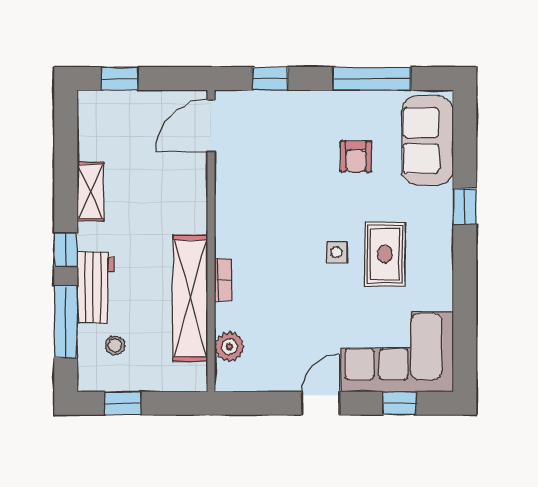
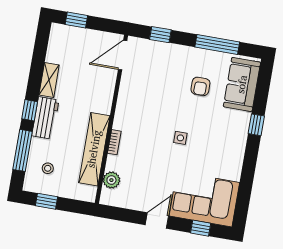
rug: (385, 254) -> (207, 144), removed
workbench: (96, 288) -> (45, 118), moved

